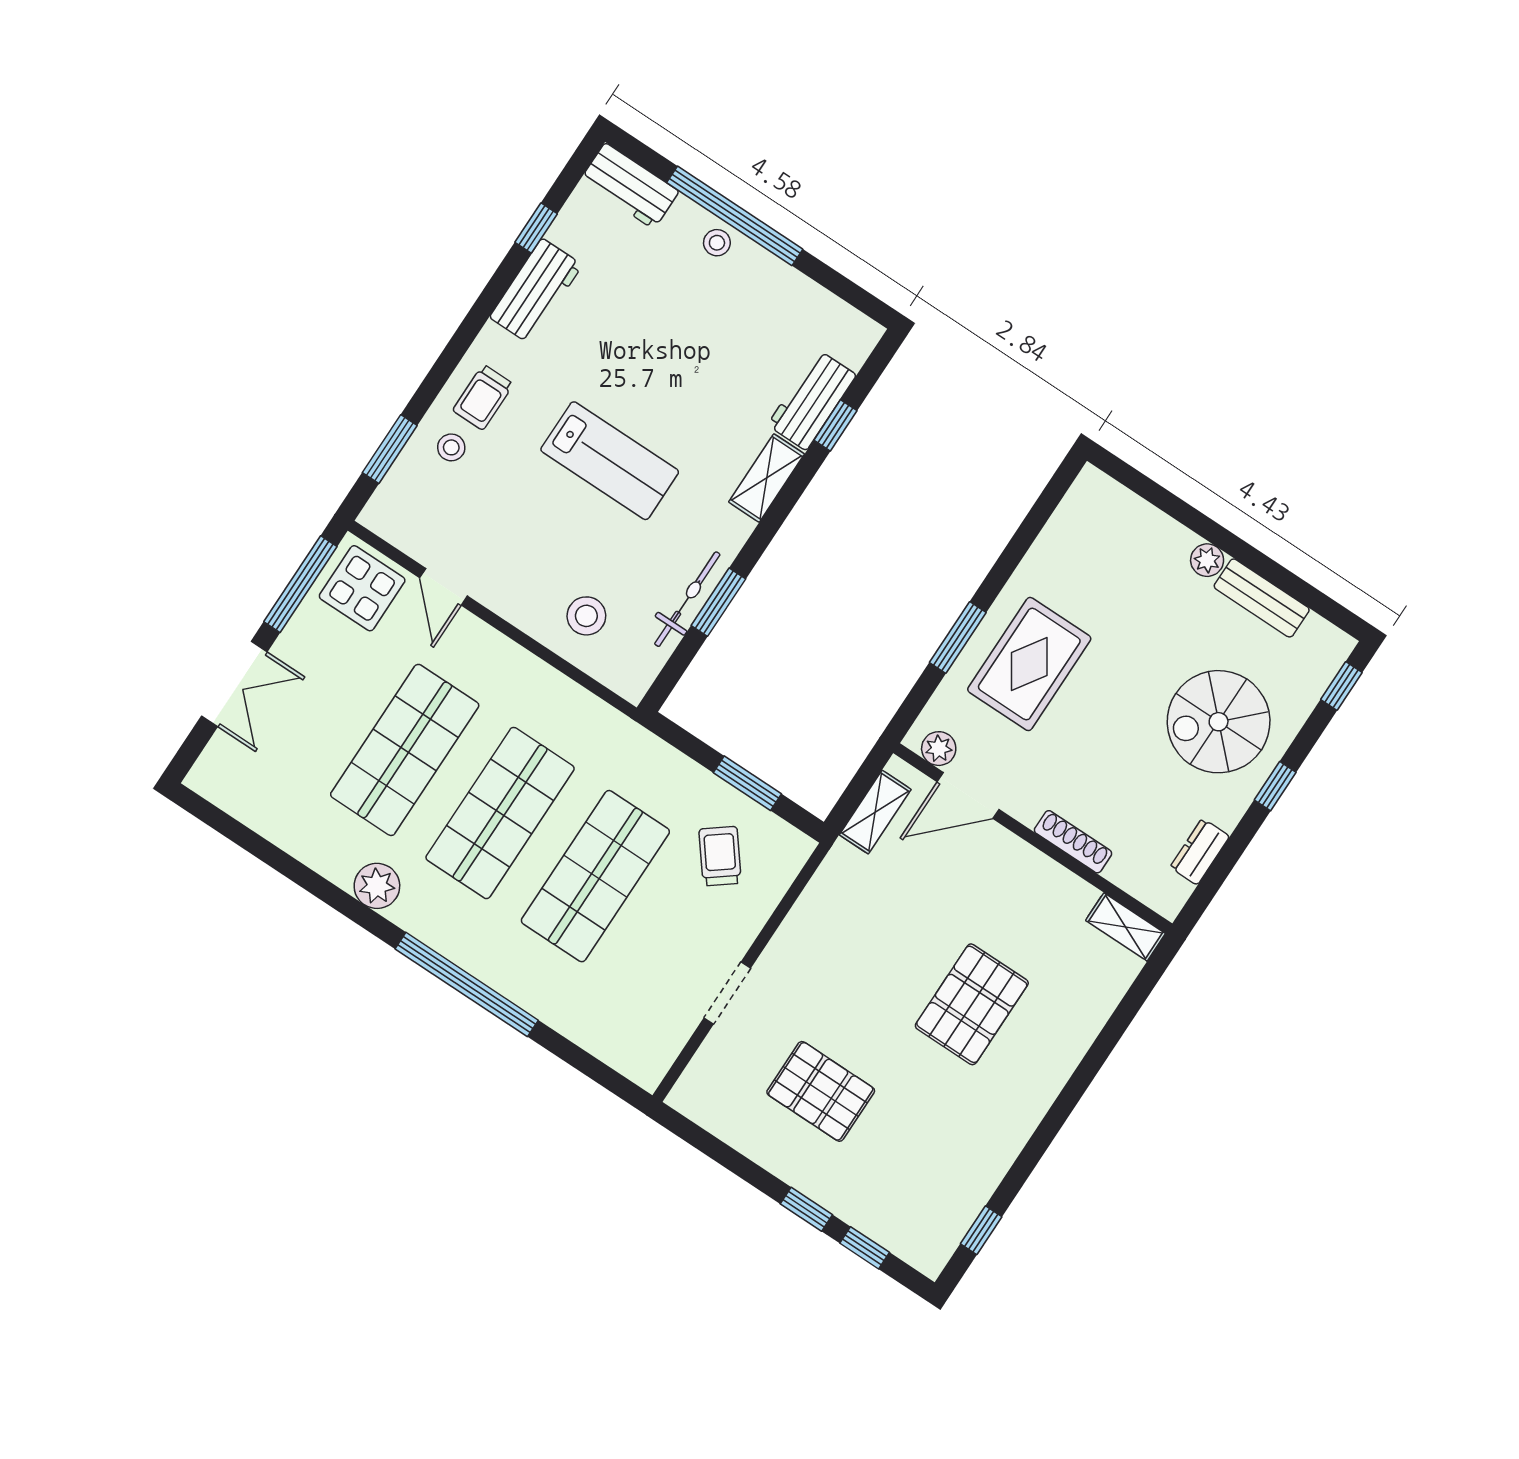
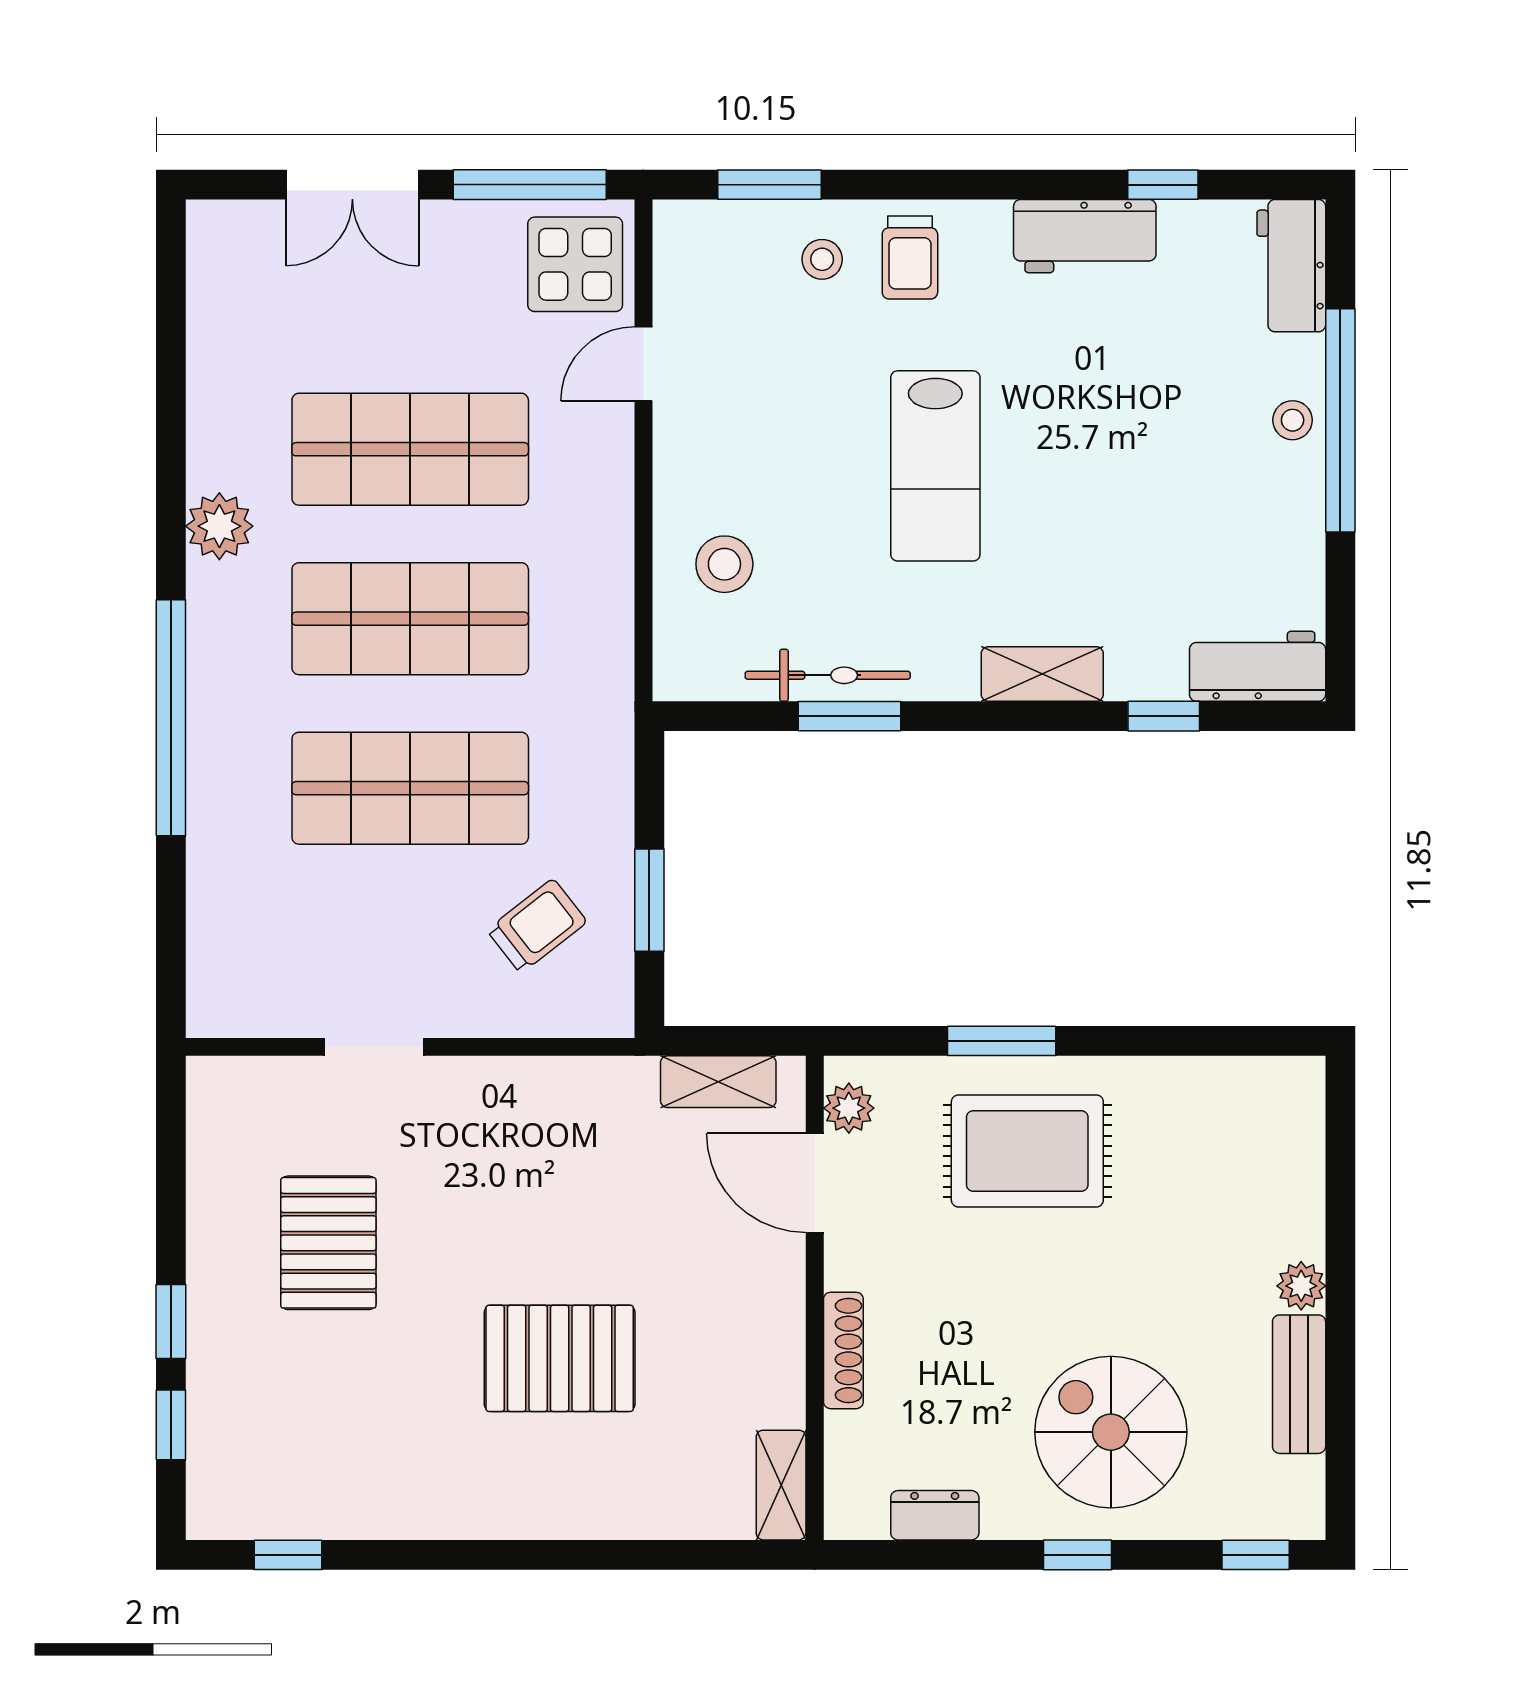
trolley: (483, 397) -> (910, 258), turned -90
workbench: (812, 400) -> (1258, 666), moved

